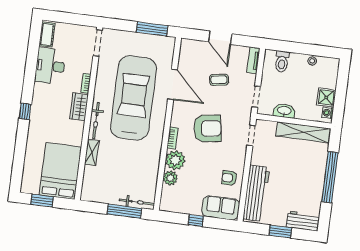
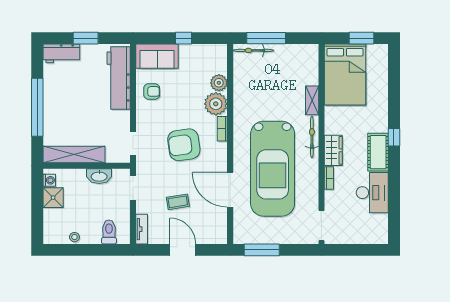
cot: (47, 35) -> (378, 152), moved, width x1.37, depth x1.34

